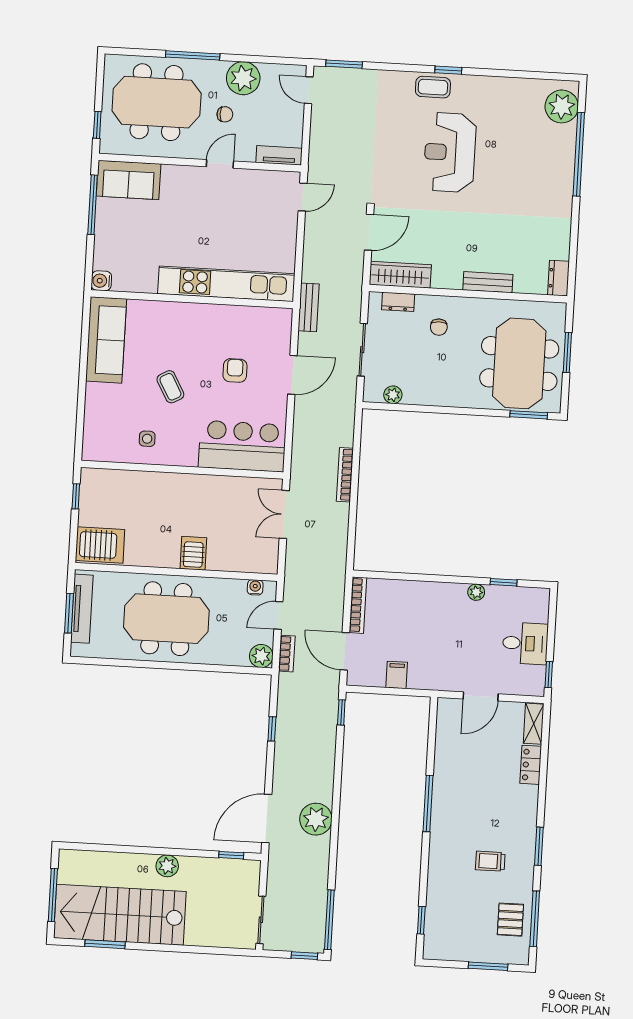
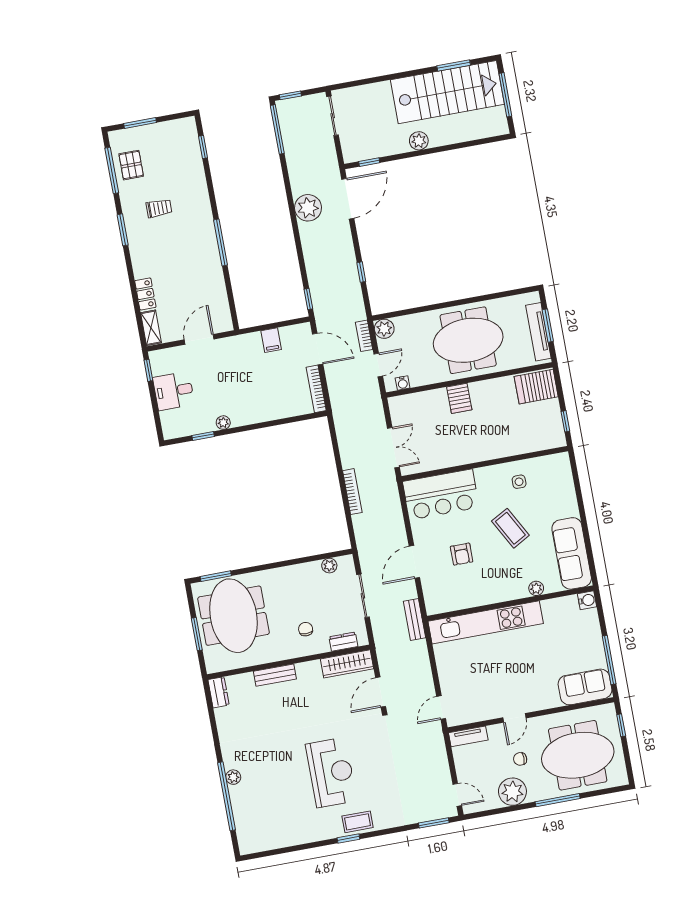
plant: (562, 106) -> (233, 777), moved, width x0.53, depth x0.53
plant: (157, 309) -> (536, 588), added
coffee table: (170, 387) -> (510, 528), width x1.36, depth x1.30

